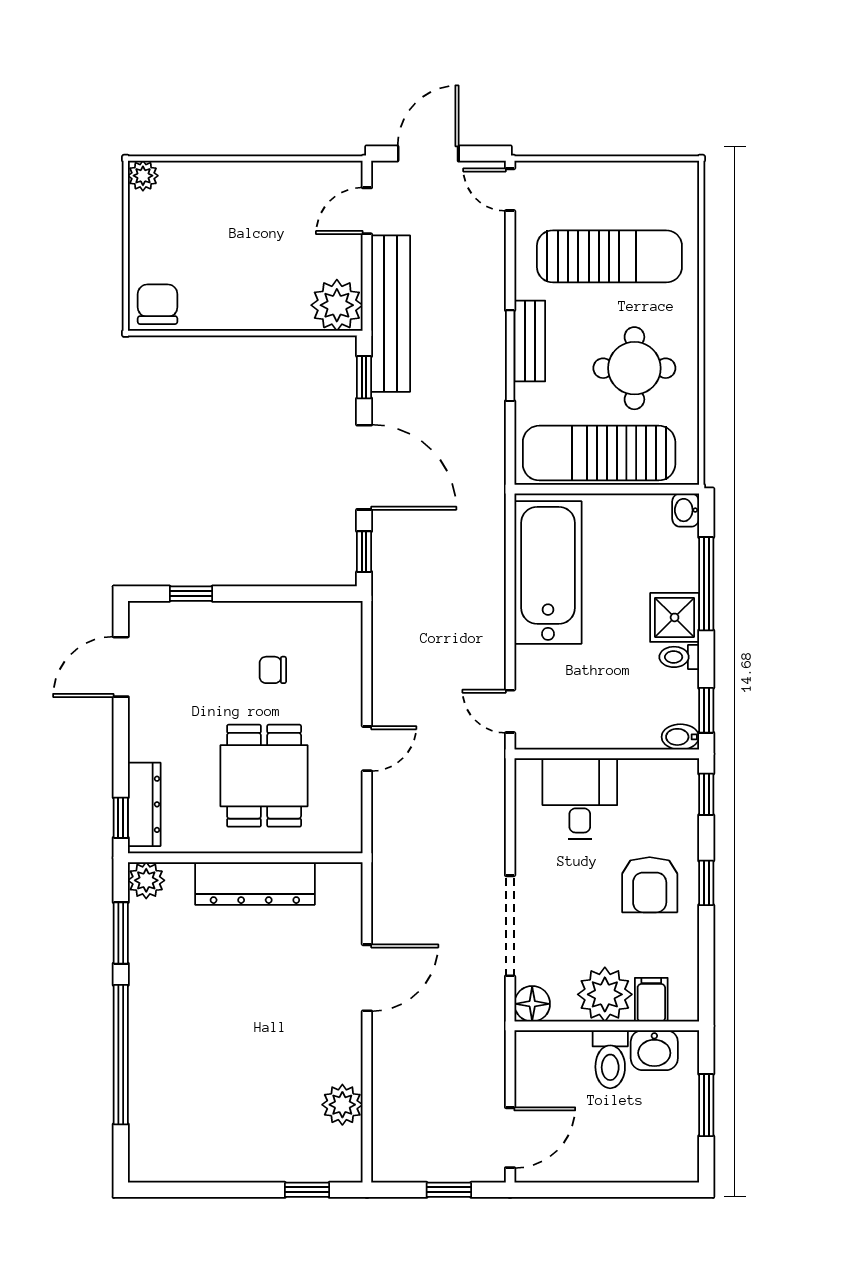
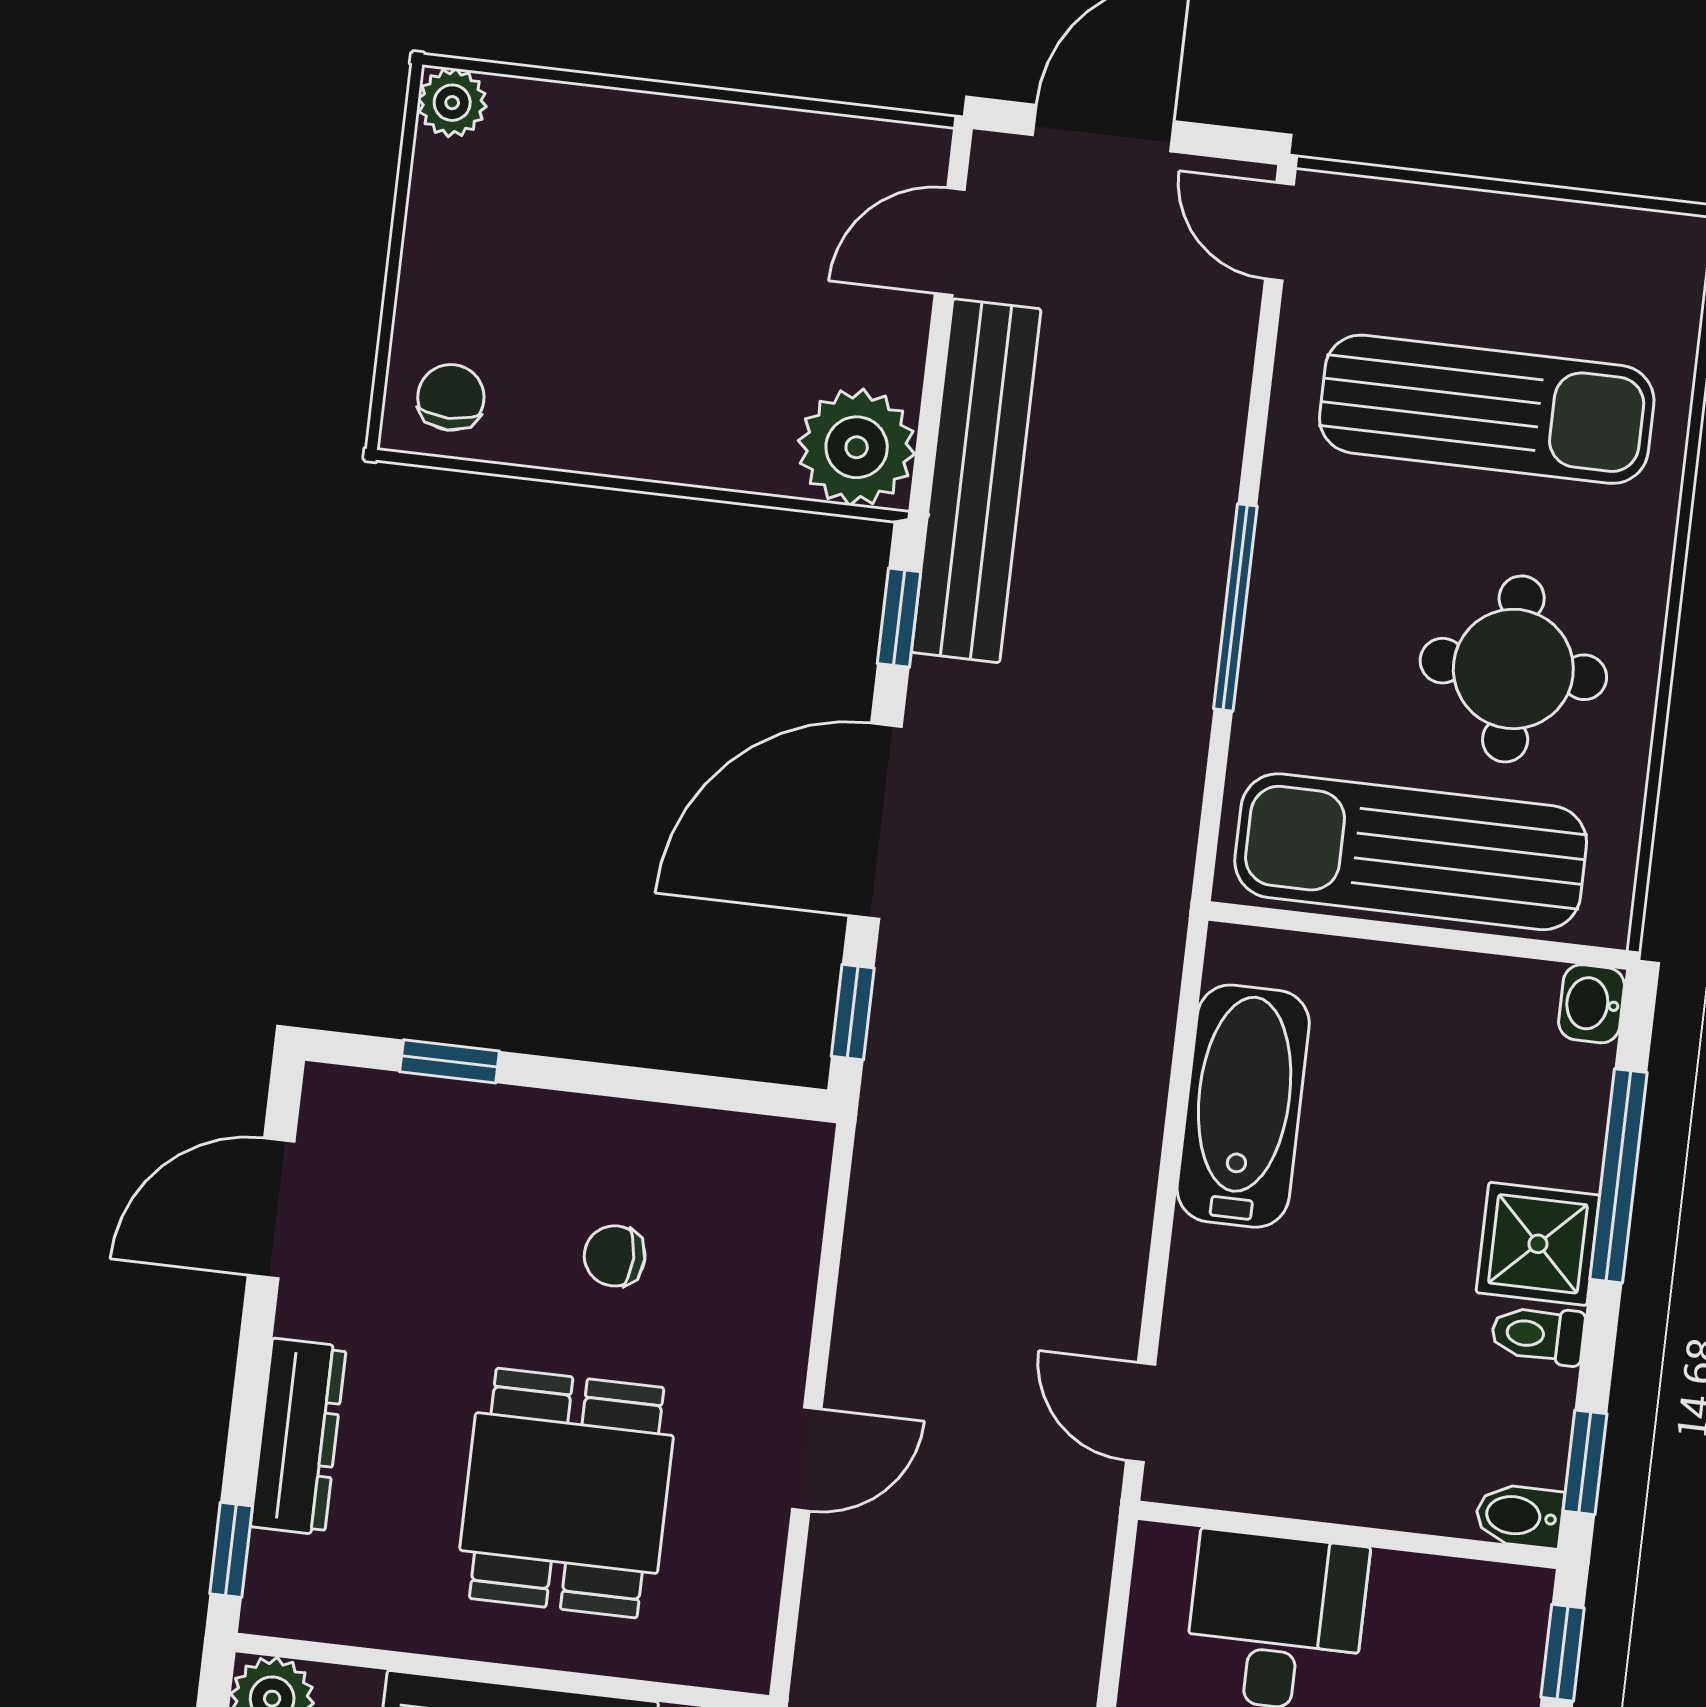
chair: (158, 304) -> (451, 397), width x0.73, depth x0.73
bench: (530, 341) -> (1284, 580), removed
door: (364, 467) -> (875, 821), swing flipped
bathtub: (548, 572) -> (1243, 1106), width x0.73, depth x0.73
dresser: (144, 804) -> (298, 1437), moved

